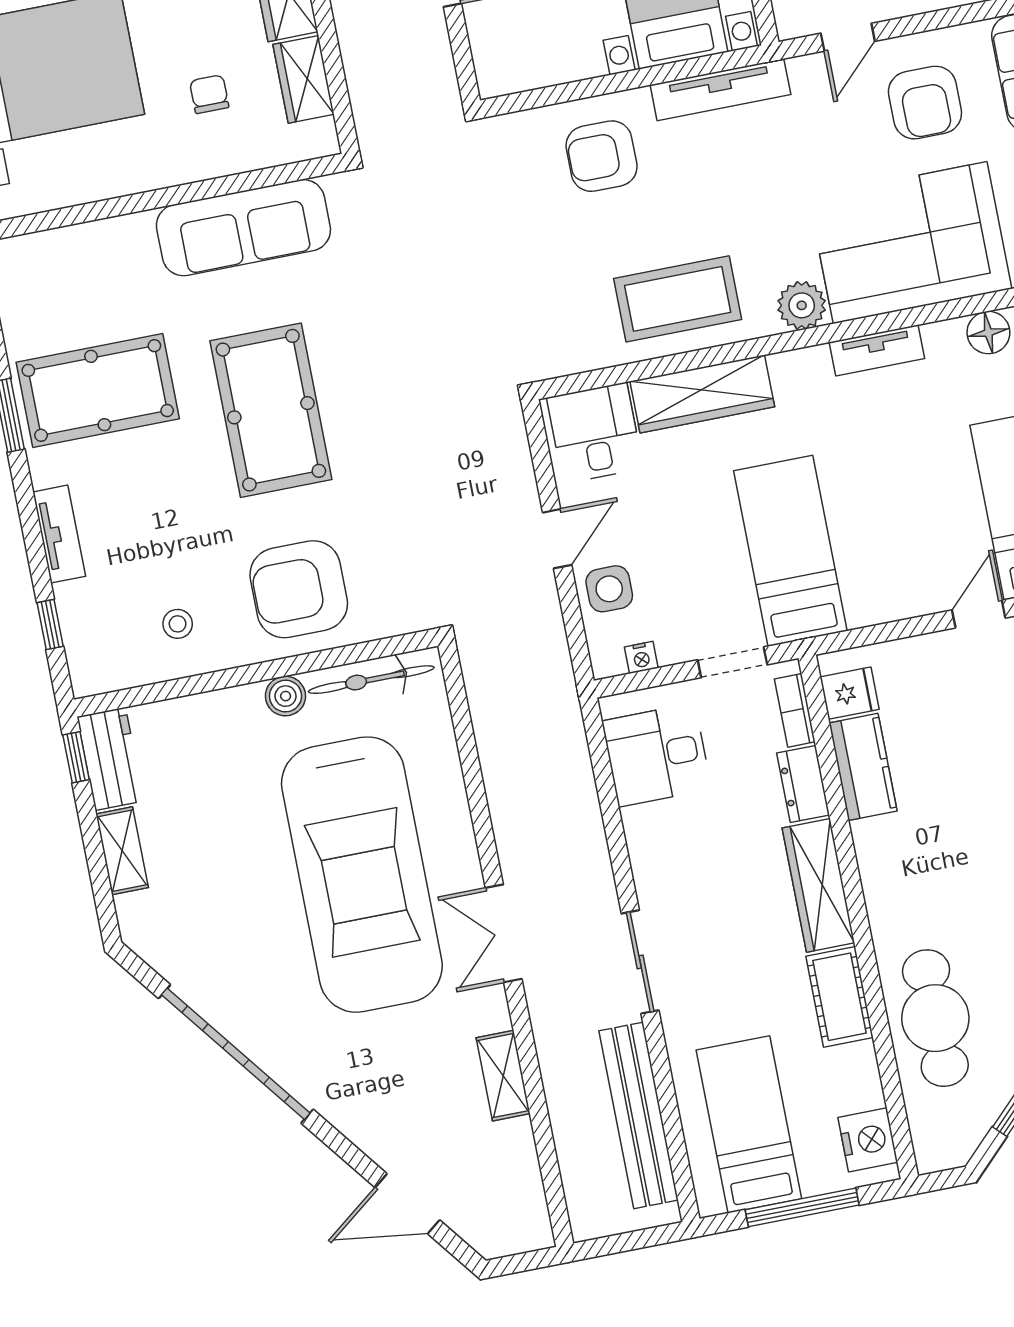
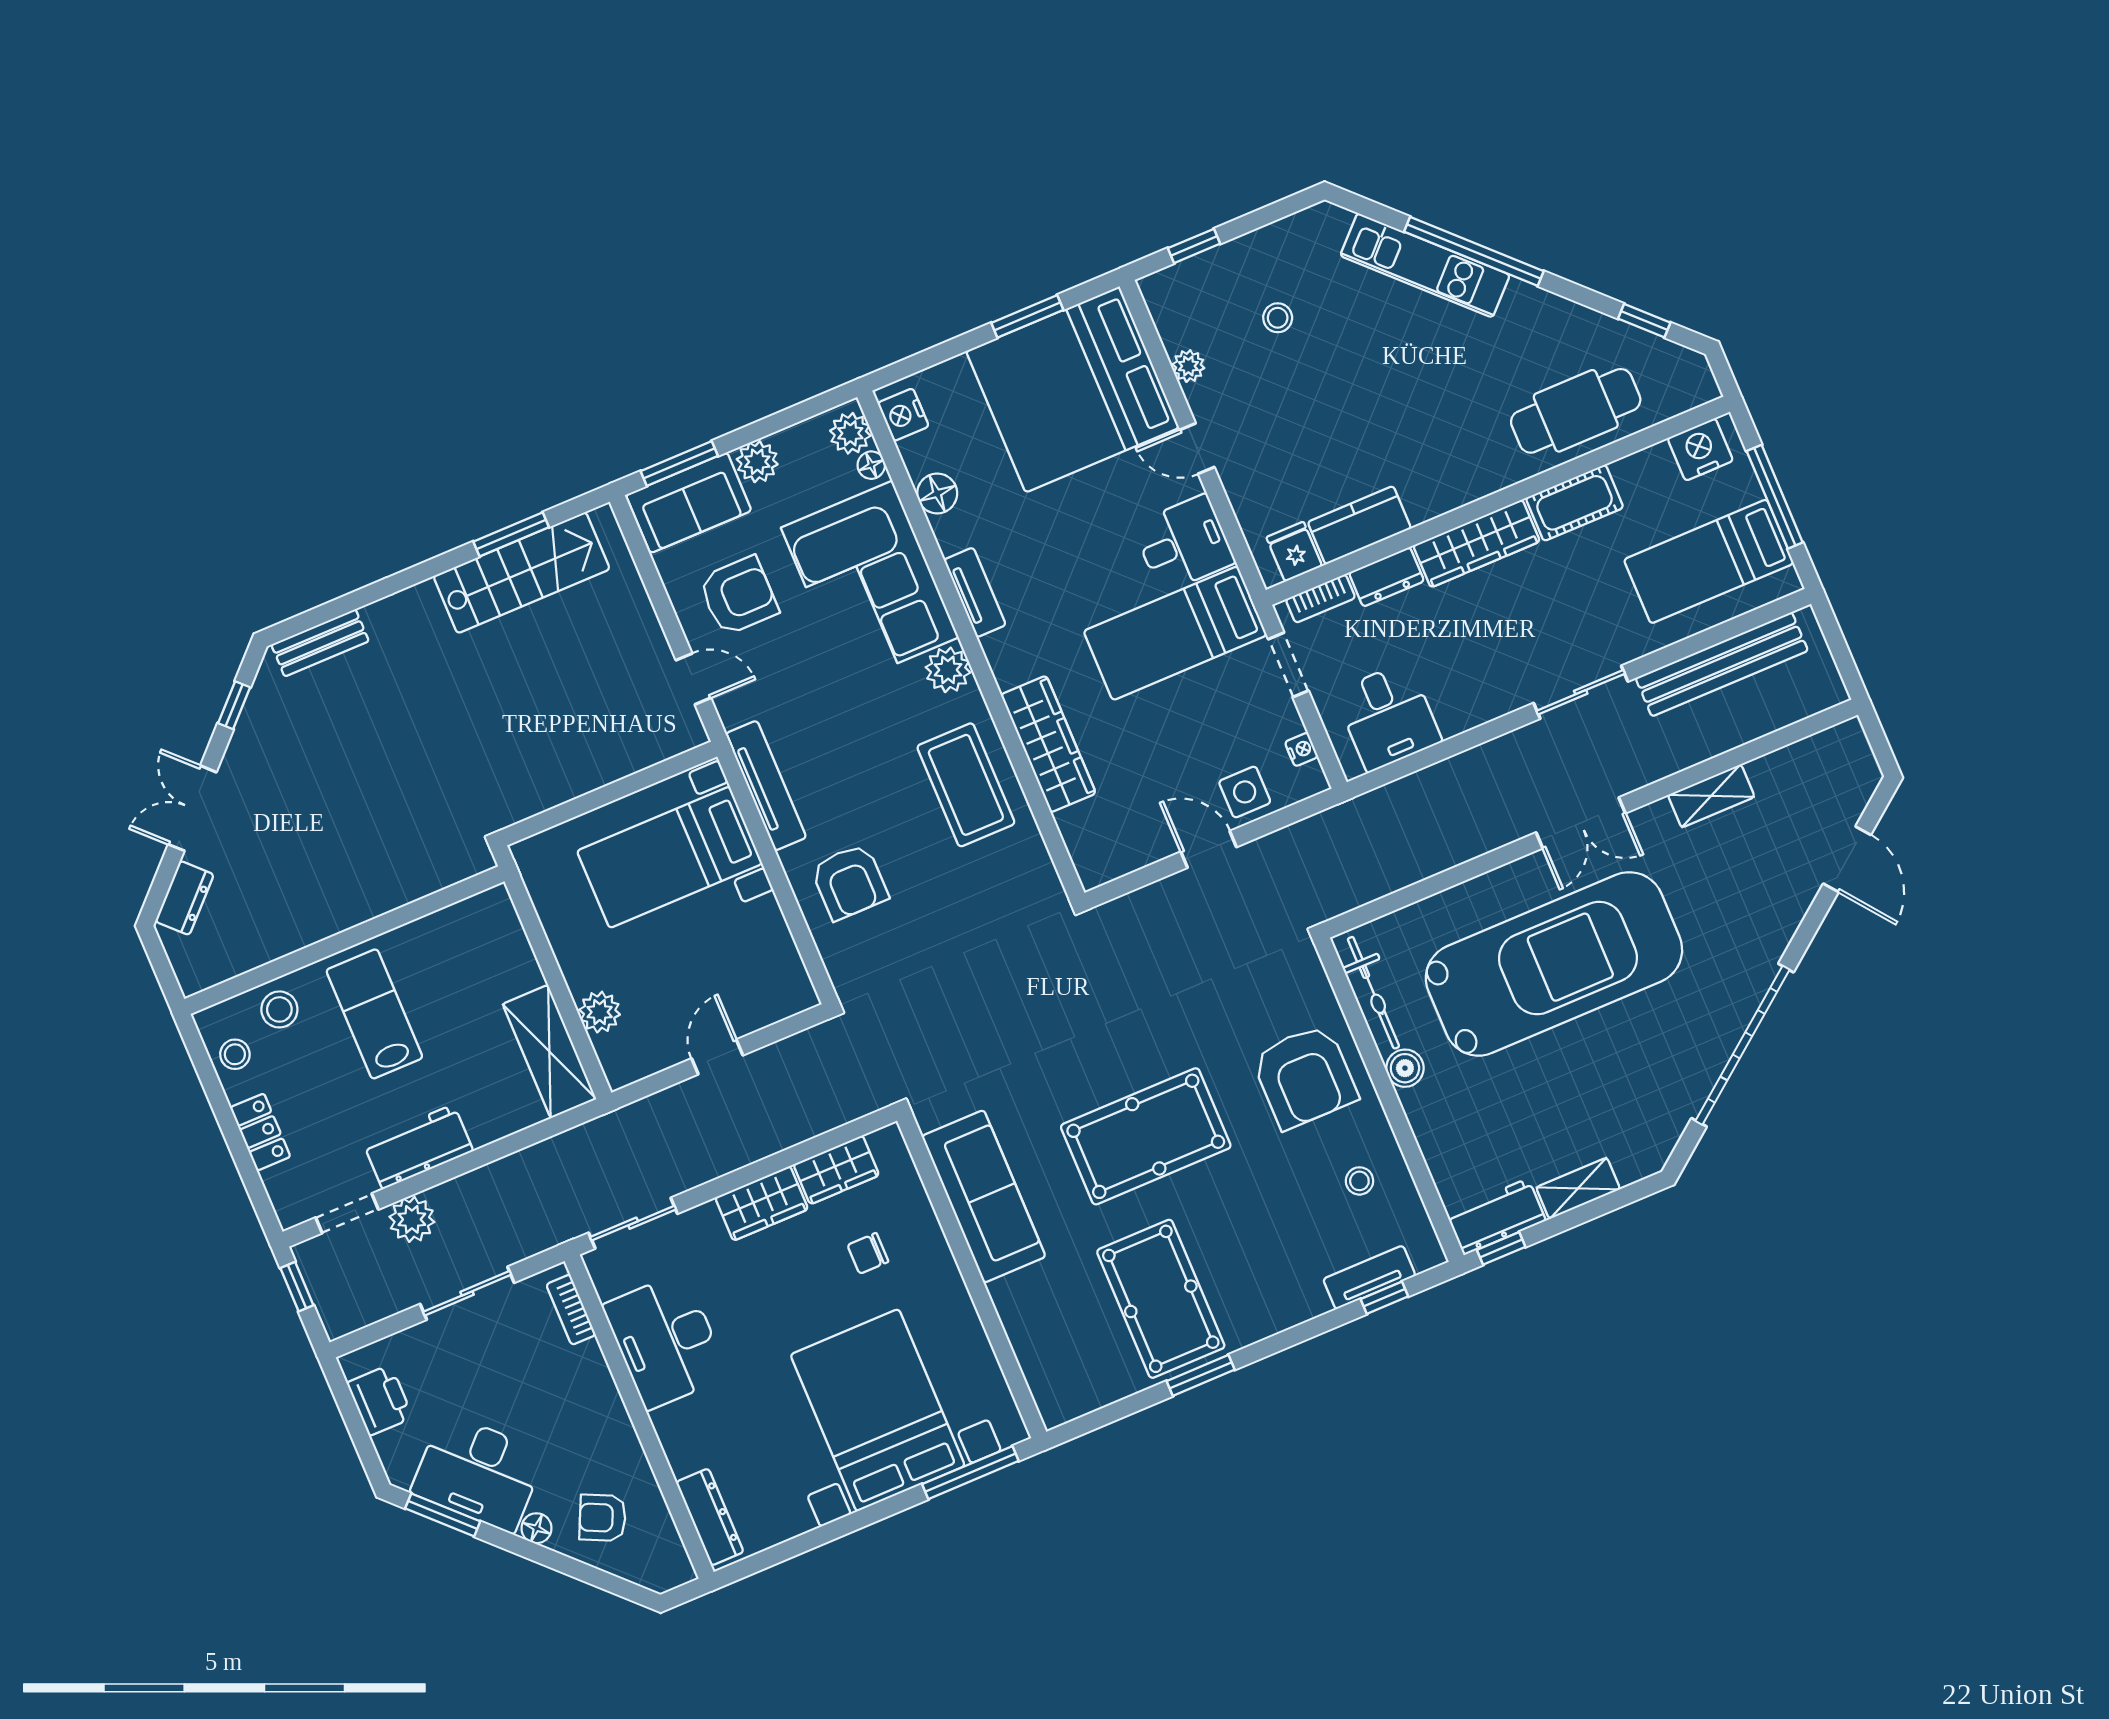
desk: (595, 433) -> (1184, 544), moved, turned 180
tv unit: (59, 534) -> (1369, 1277), moved

